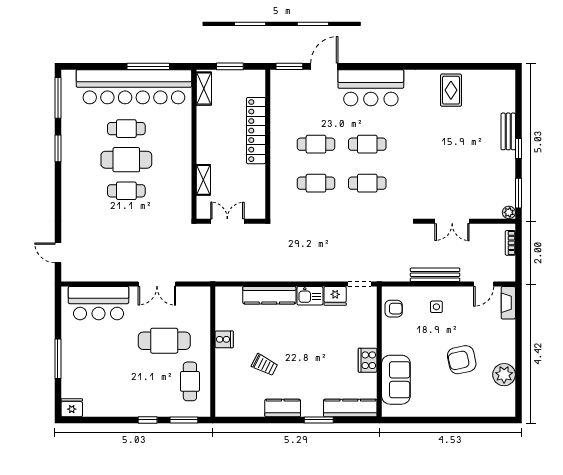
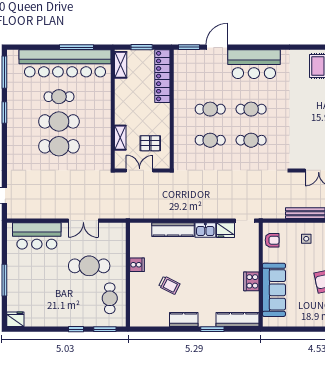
locker: (256, 131) -> (162, 76), moved
pallet: (241, 187) -> (150, 143), added
cafe table: (126, 191) -> (59, 146), width x1.37, depth x1.35
sofa: (396, 380) -> (274, 290), width x1.36

